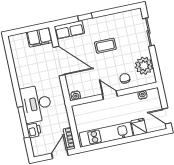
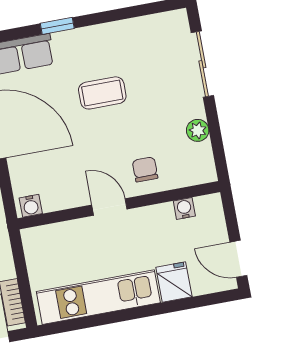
plant: (144, 66) -> (198, 130), width x0.53, depth x0.53

